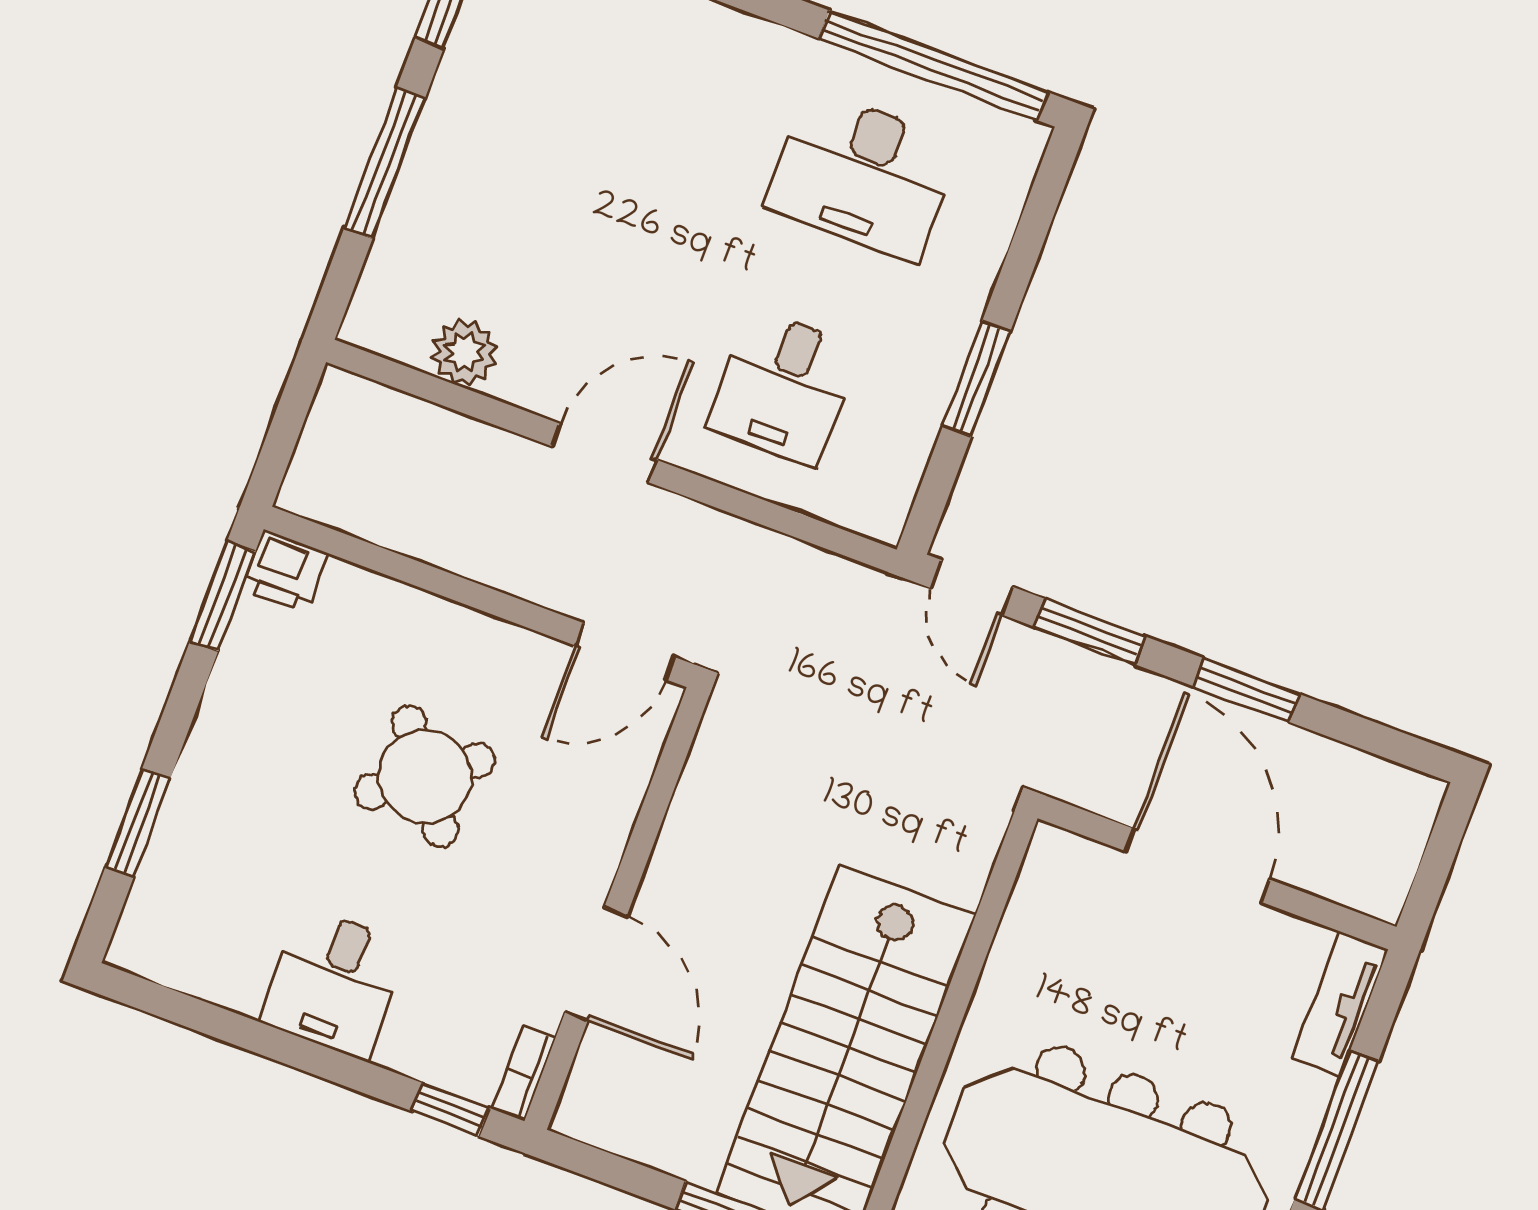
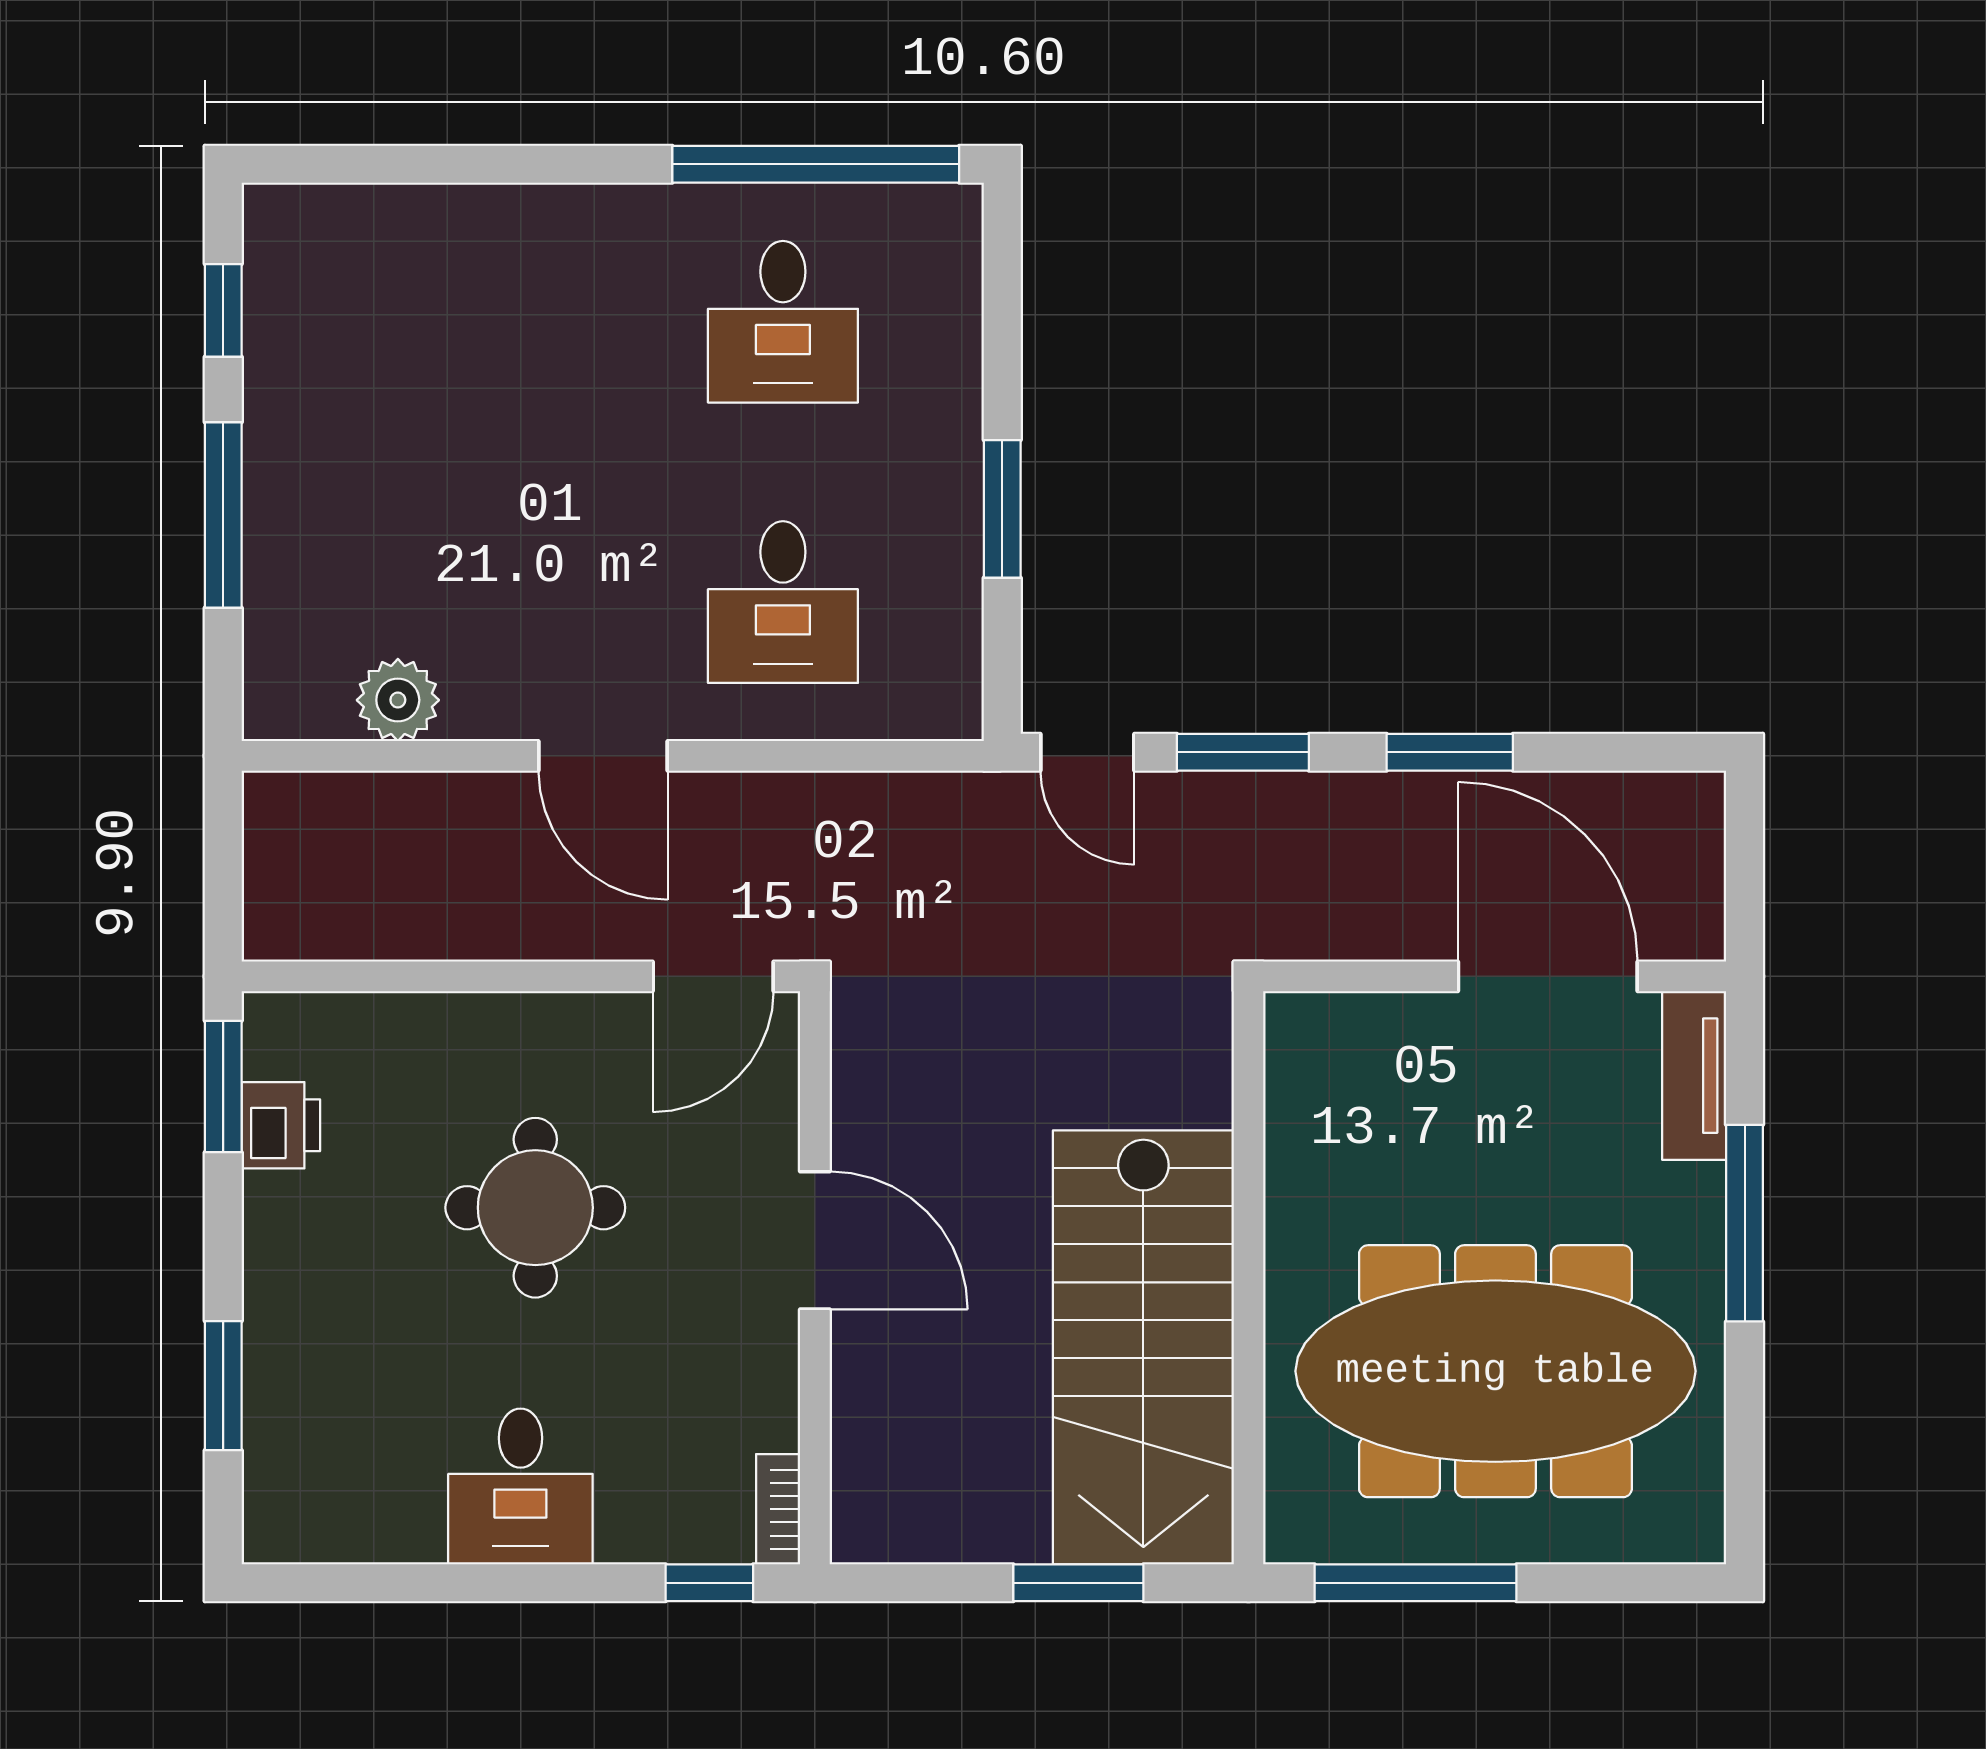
desk: (863, 175) -> (783, 322), width x0.73
door: (604, 453) -> (603, 756), swing flipped
printer: (285, 571) -> (281, 1125), moved, turned -90
round table: (425, 776) -> (535, 1208), turned 37
door: (1197, 865) -> (1548, 976), moved
door: (596, 964) -> (815, 1240), moved

